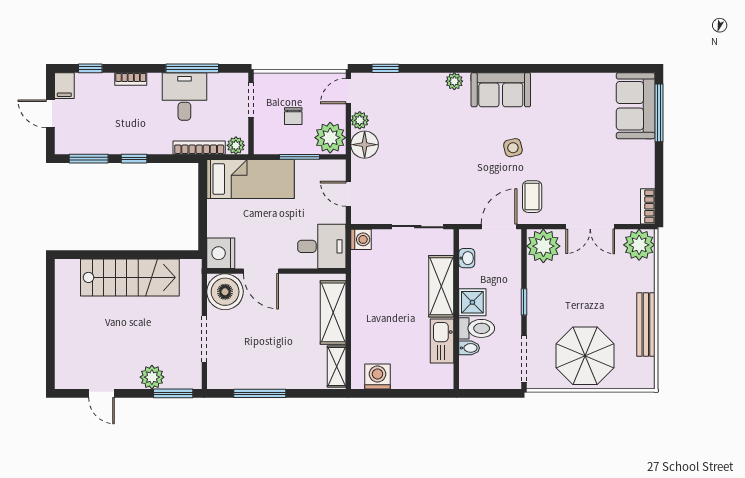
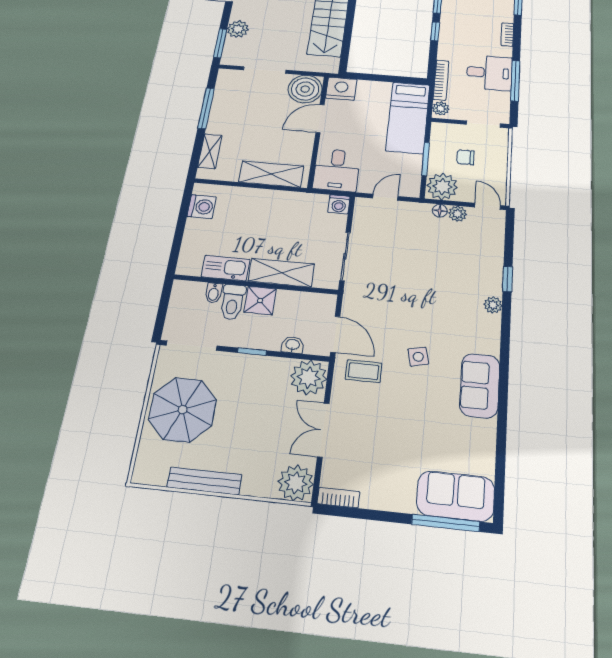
window: (386, 68) -> (508, 279), moved
sofa: (501, 90) -> (480, 385), moved
floor lamp: (365, 145) -> (440, 211), width x0.53, depth x0.53
washbasin: (467, 258) -> (293, 345), moved, turned 180
shelving: (337, 366) -> (210, 151), moved, turned 90

